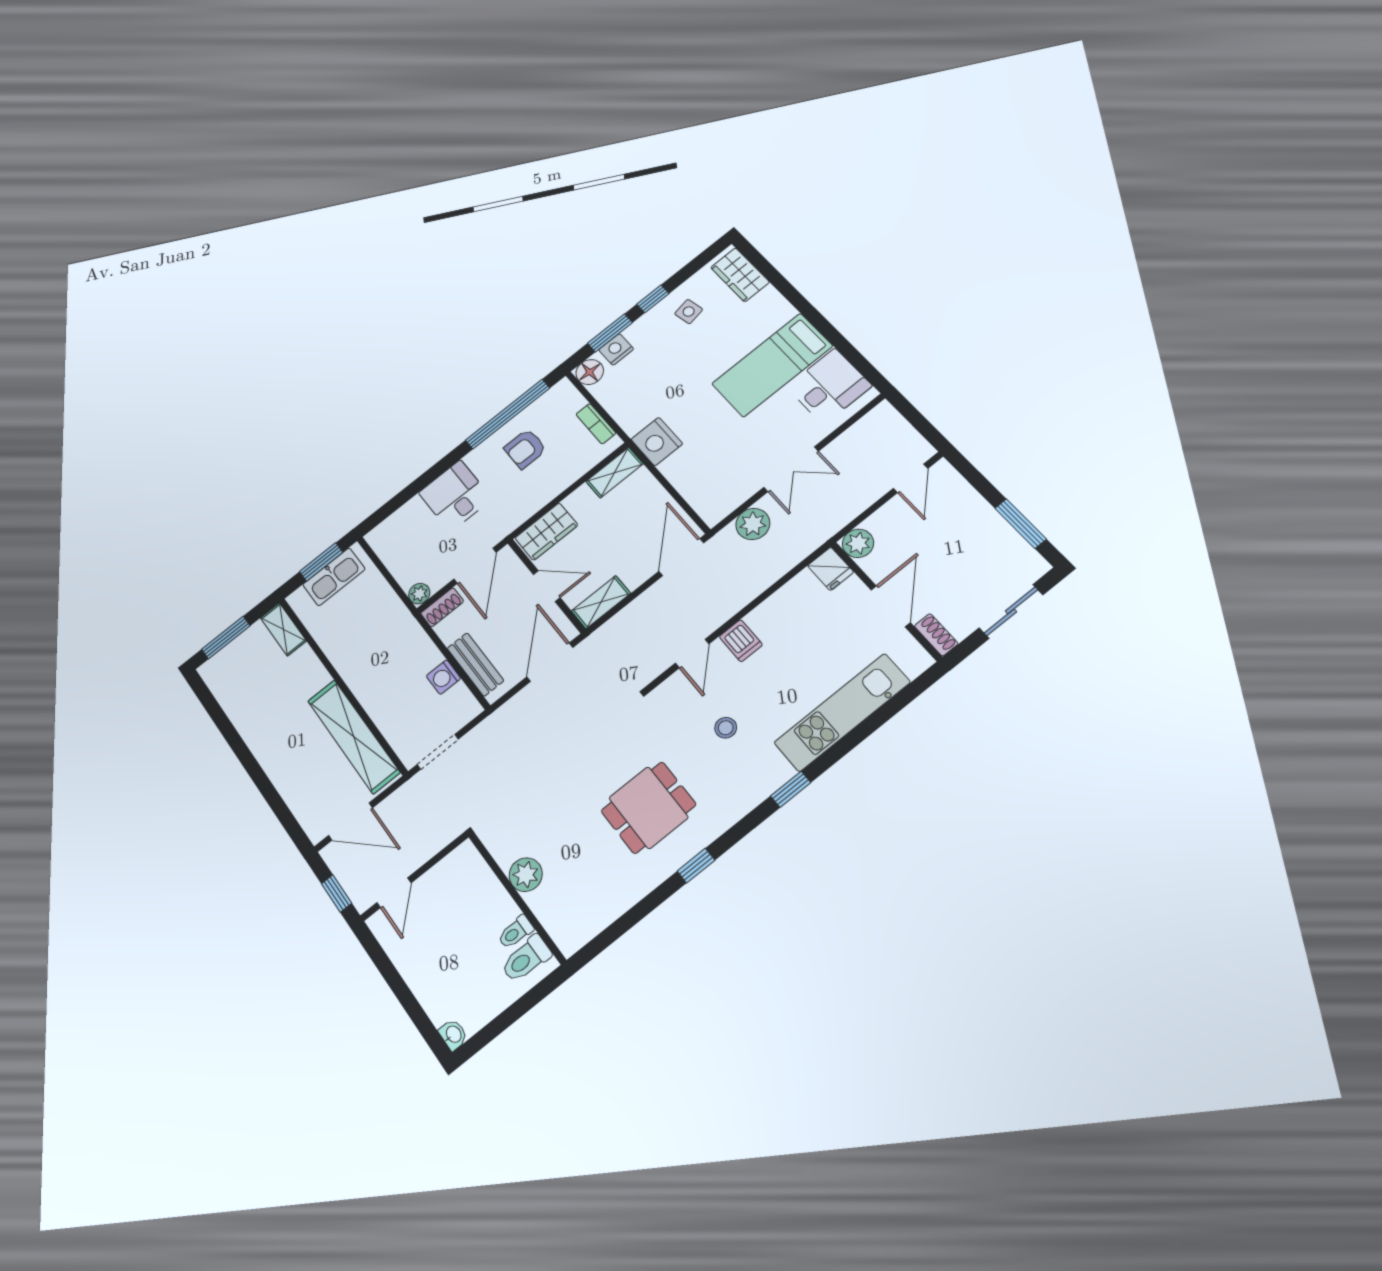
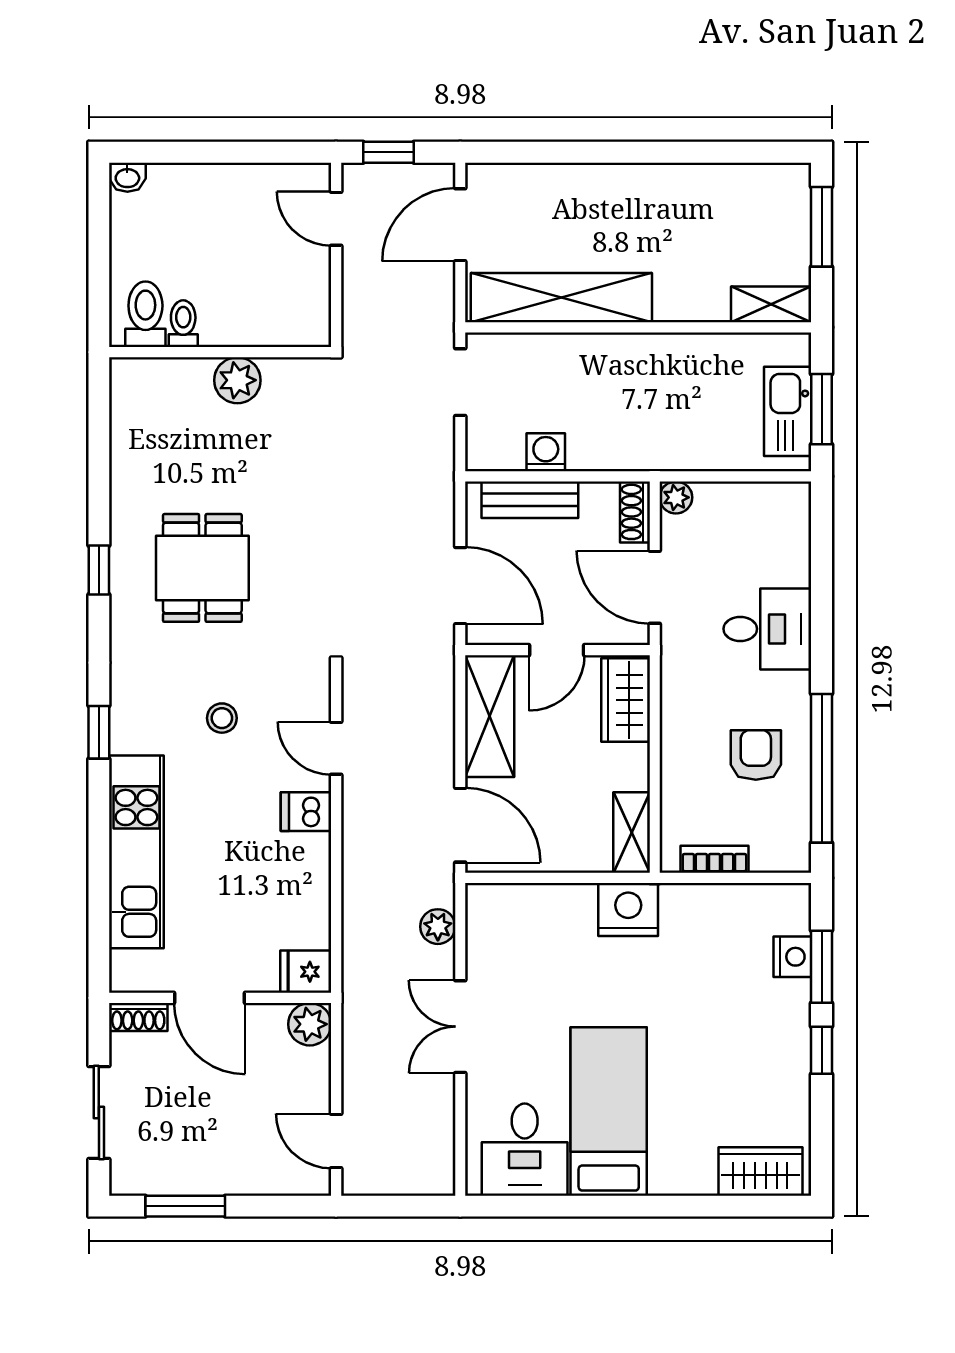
side table: (689, 312) -> (766, 1076), removed
floor lamp: (590, 372) -> (790, 904), removed
plant: (753, 524) -> (438, 927), width x0.73, depth x0.73
shelving: (601, 602) -> (490, 716), width x1.50, depth x1.33

